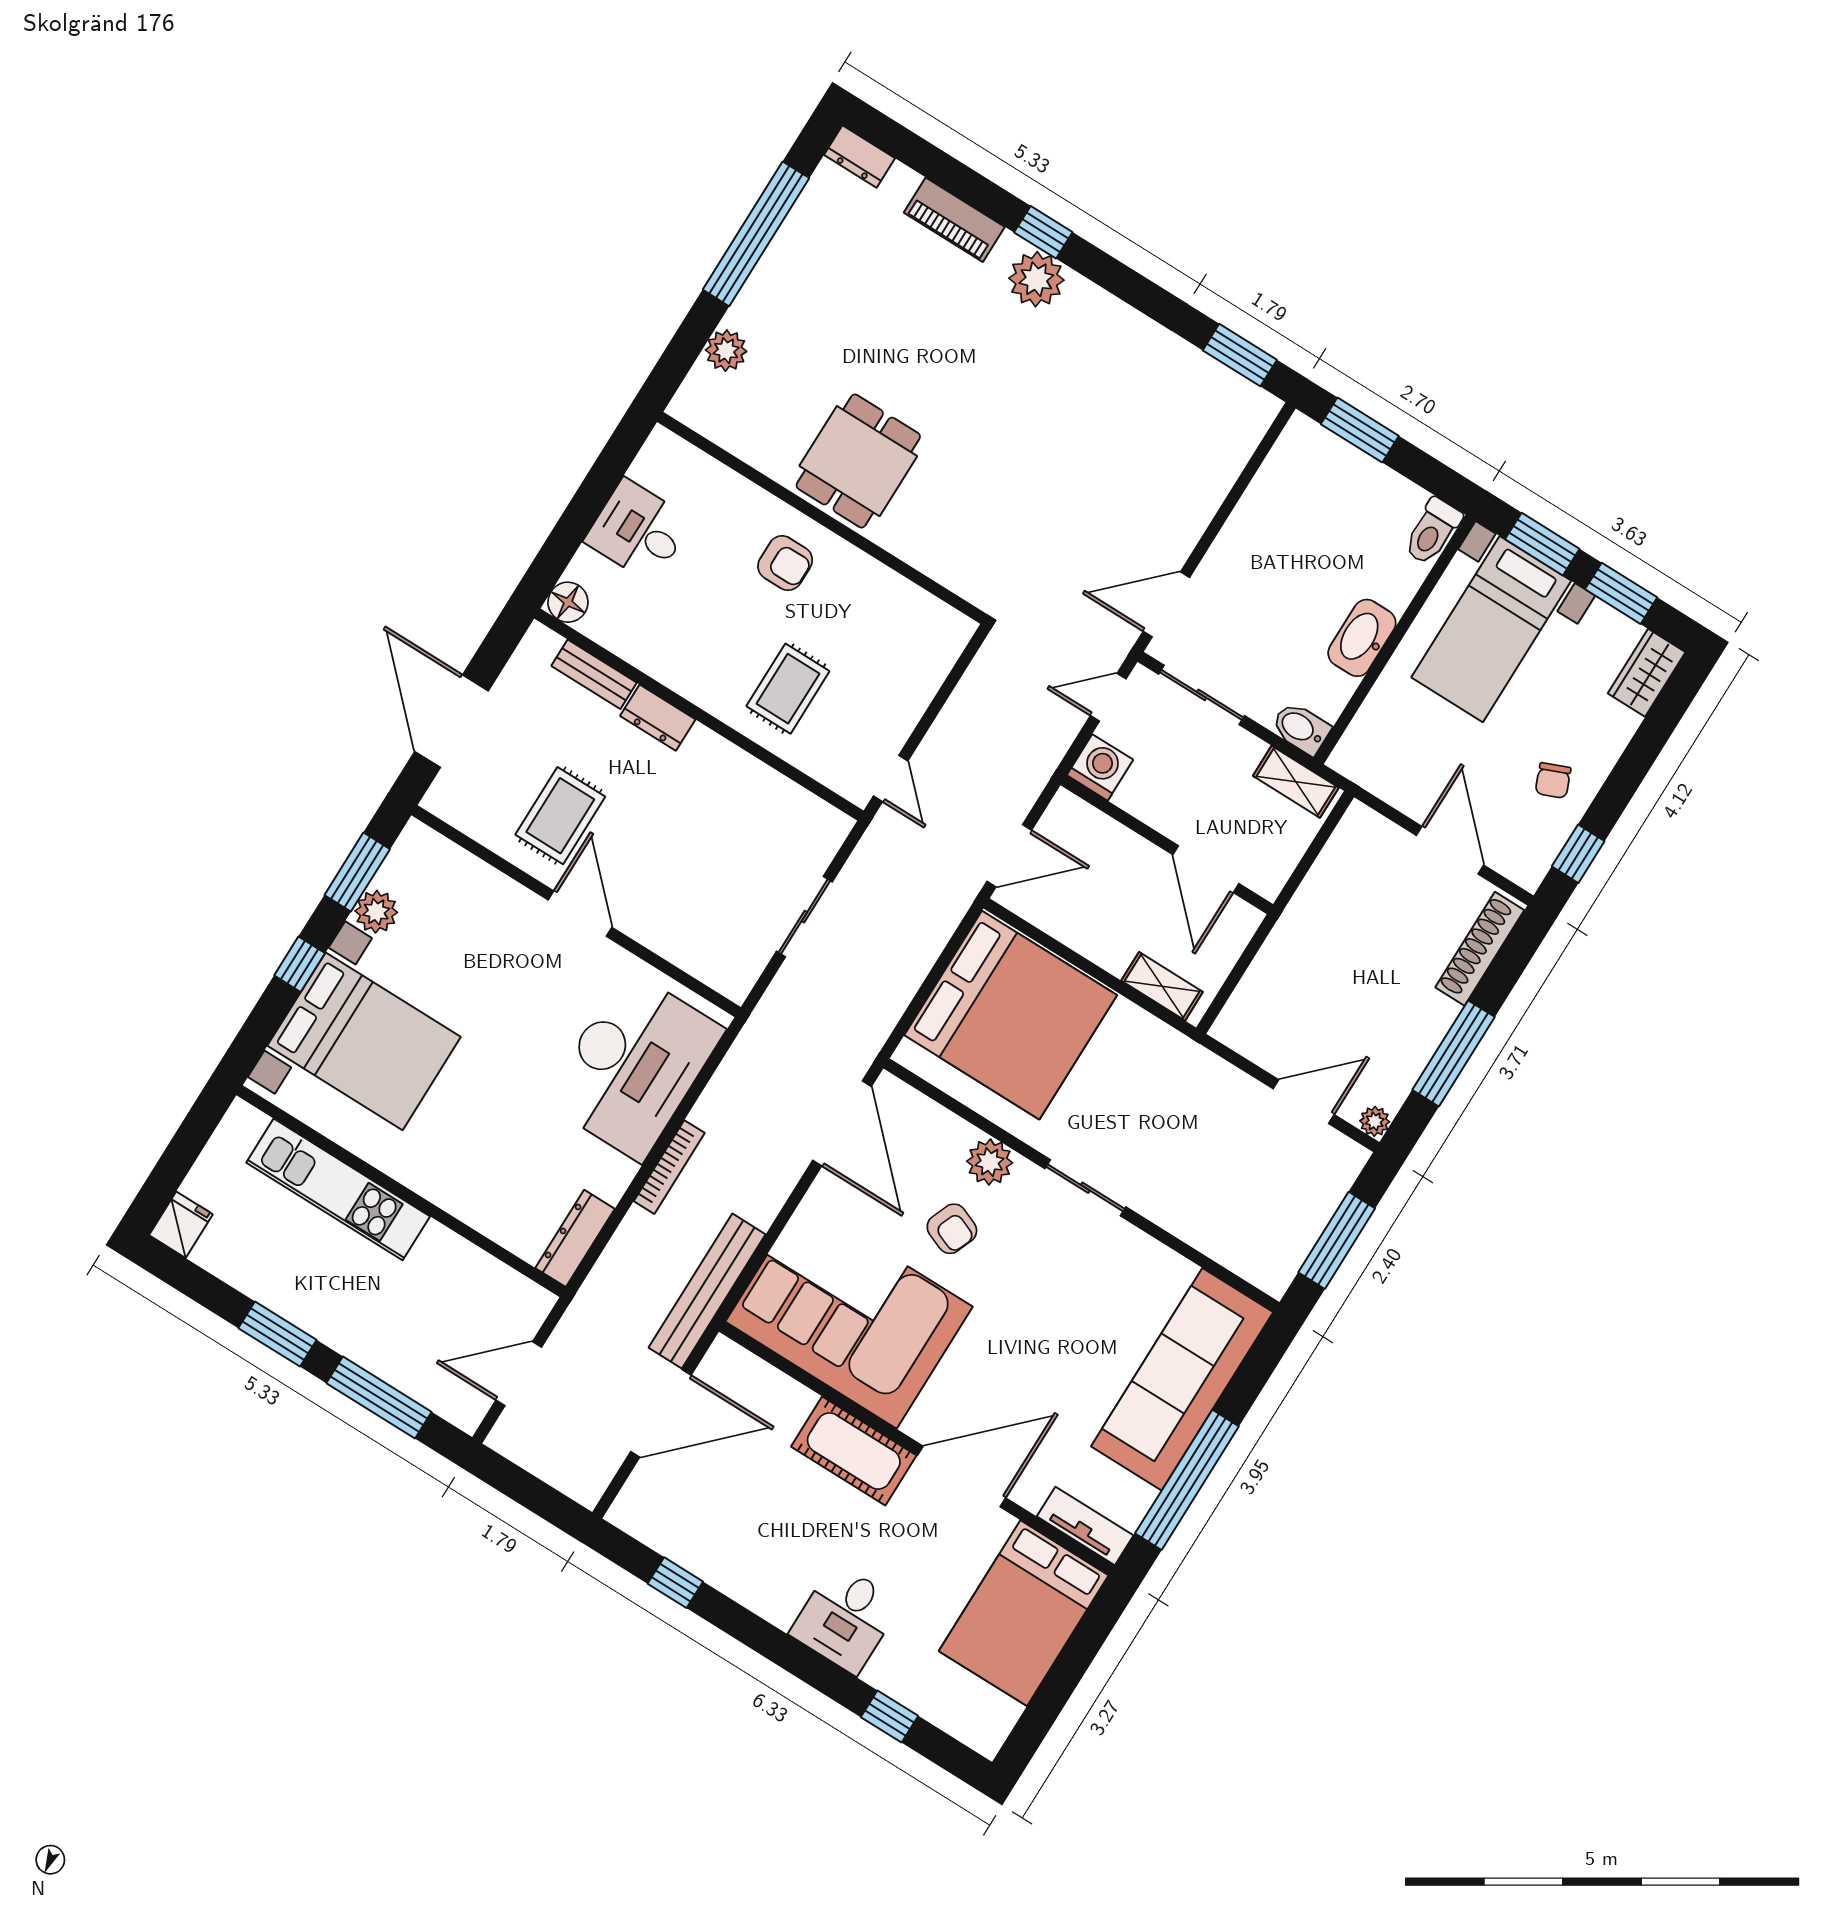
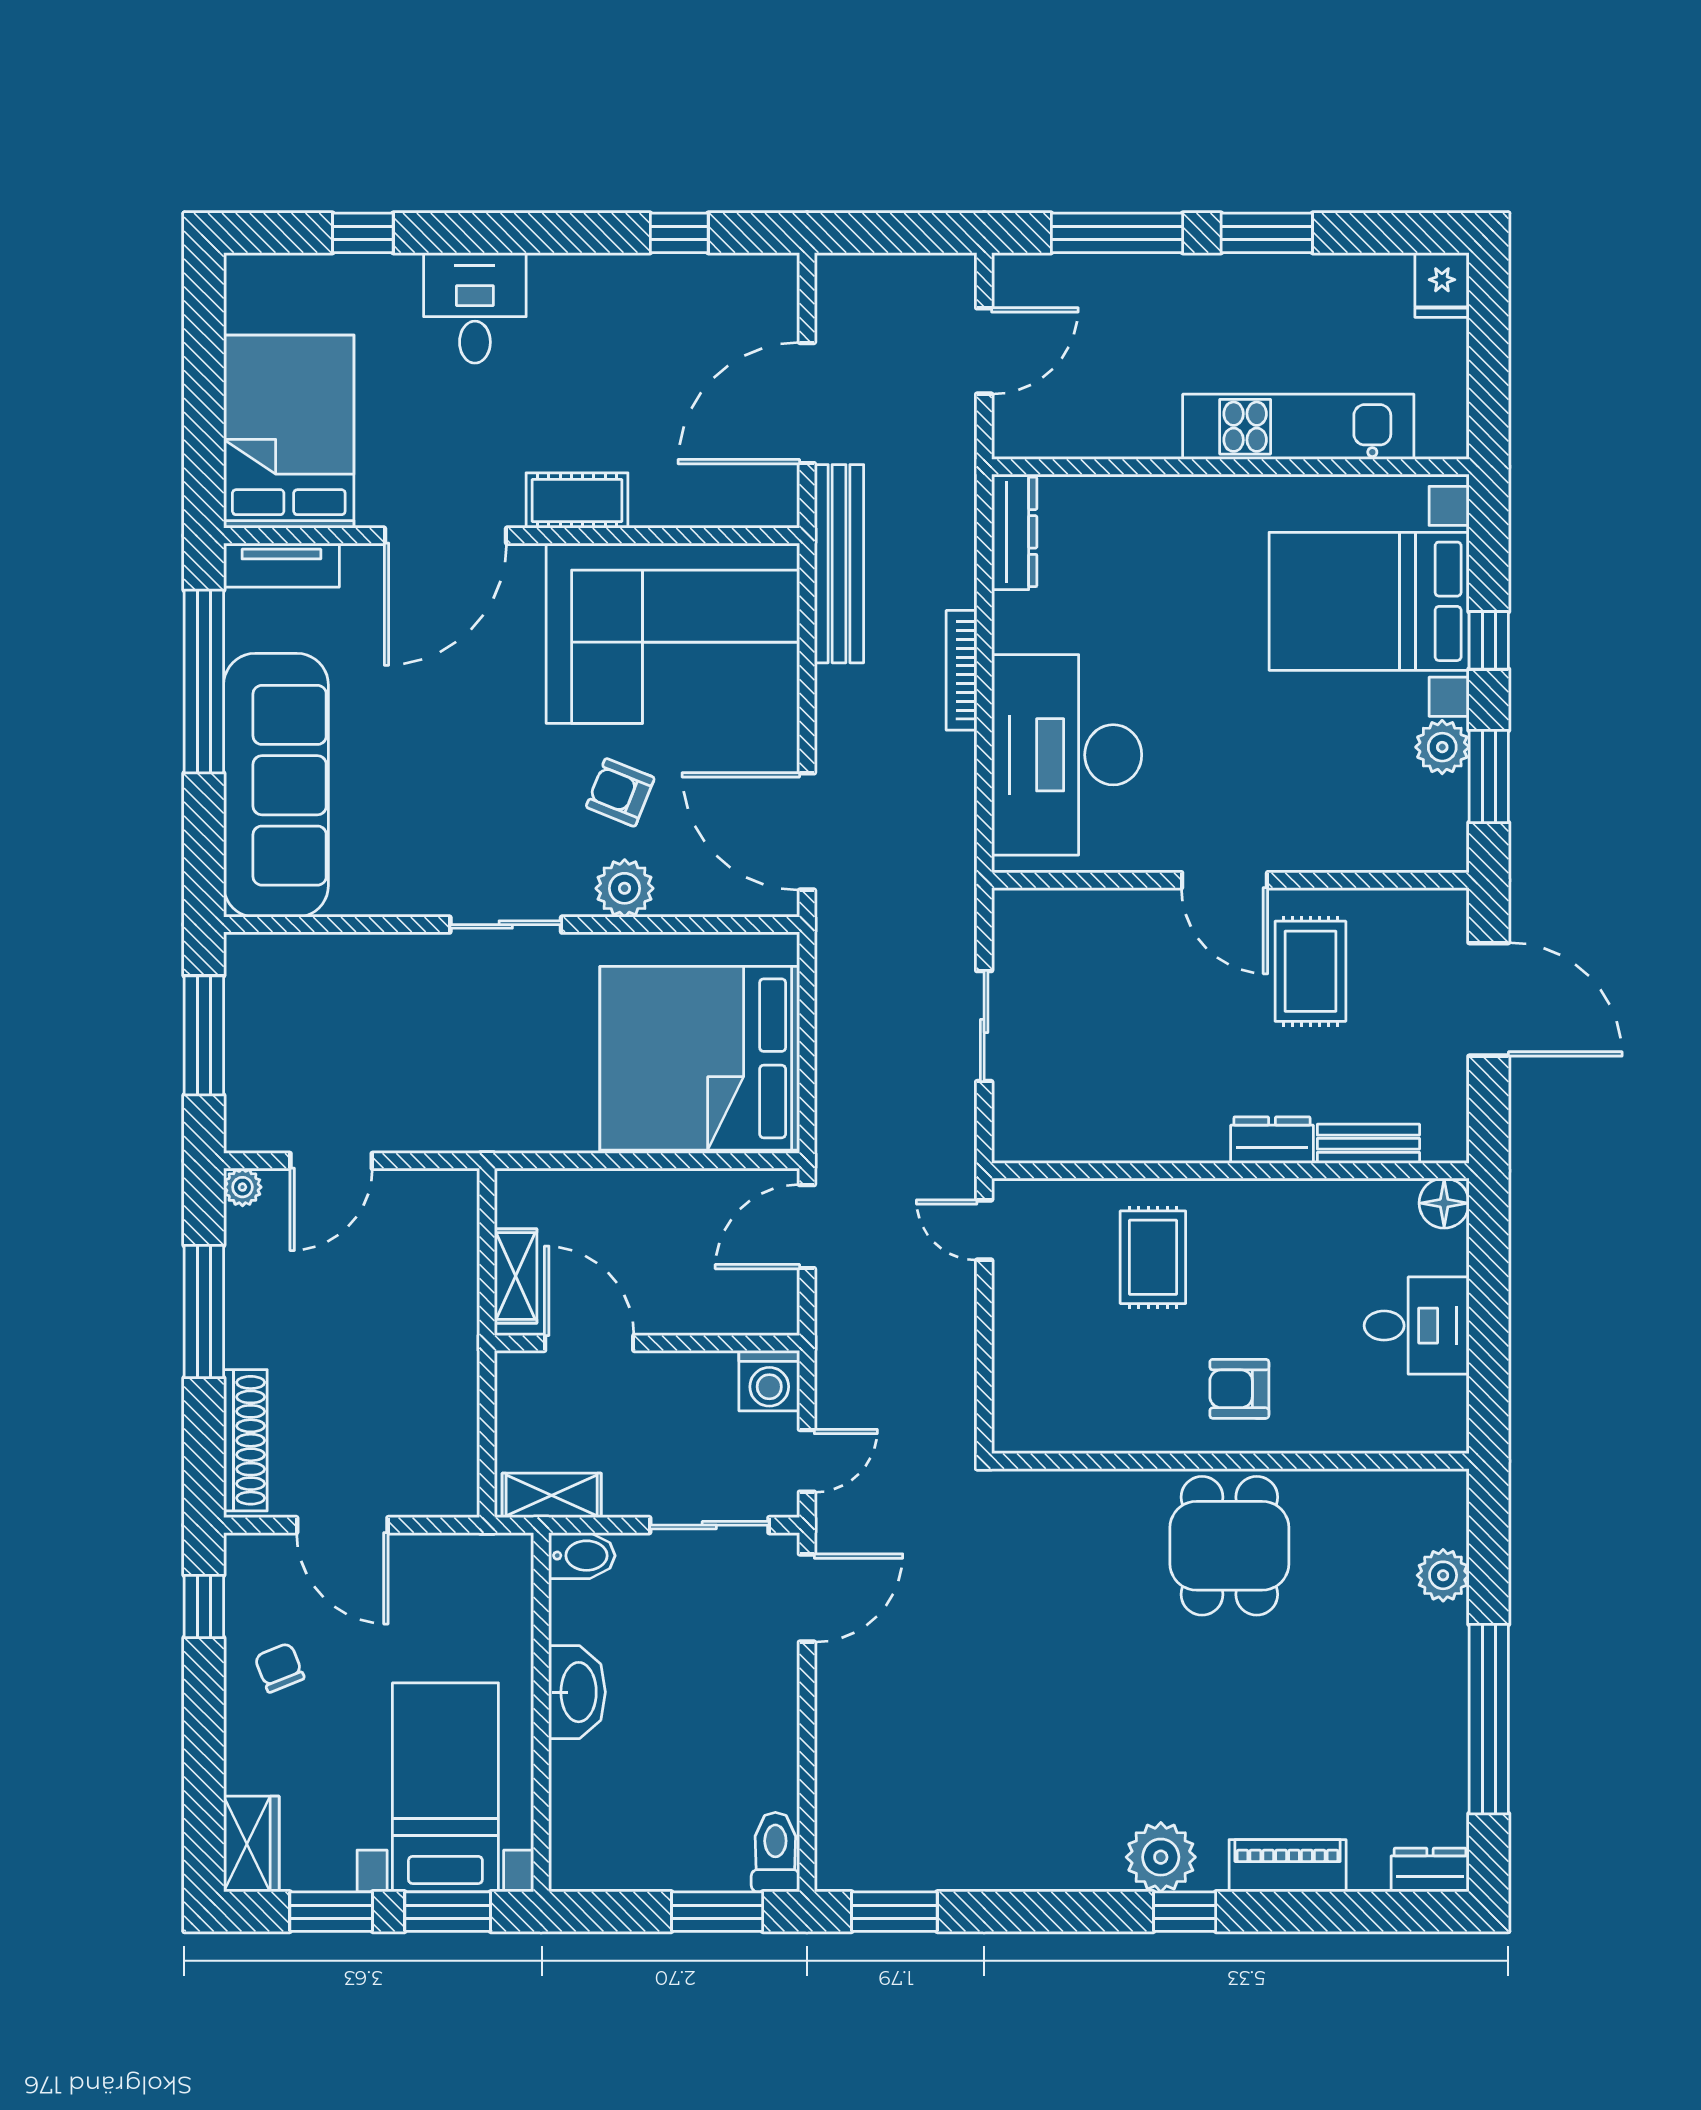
toilet: (1432, 531) -> (775, 1852), moved
shelving: (1162, 986) -> (516, 1276), moved, turned 90
cot: (854, 1451) -> (577, 501), width x0.73, depth x0.75

